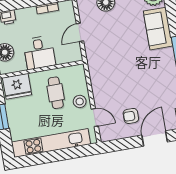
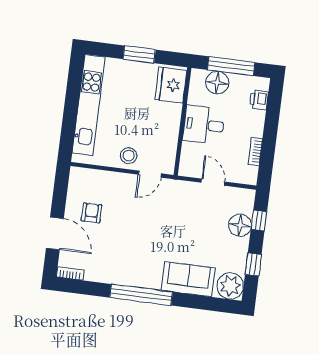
cafe table: (56, 93) -> (148, 130), removed
door: (95, 118) -> (150, 174), moved

